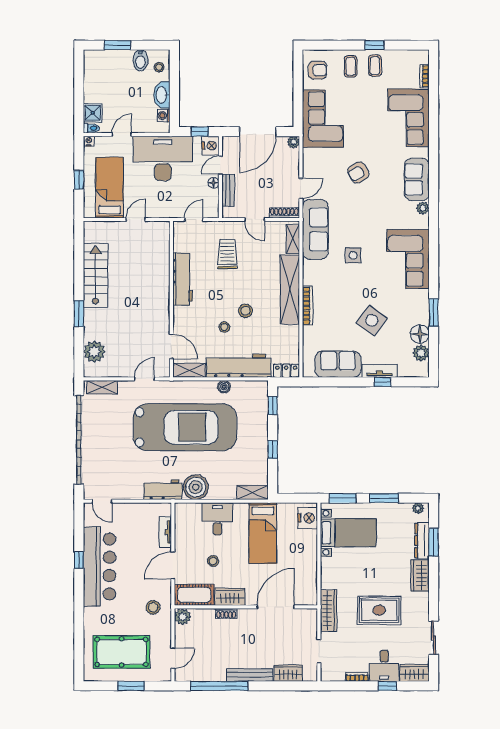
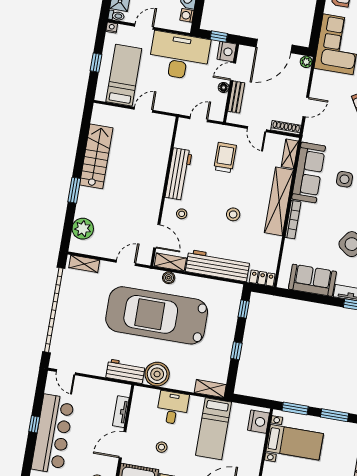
sofa: (315, 229) -> (309, 173), moved
stool: (224, 327) -> (182, 214), moved
boiler: (224, 387) -> (169, 278), moved
car: (185, 427) -> (157, 315), turned 180

